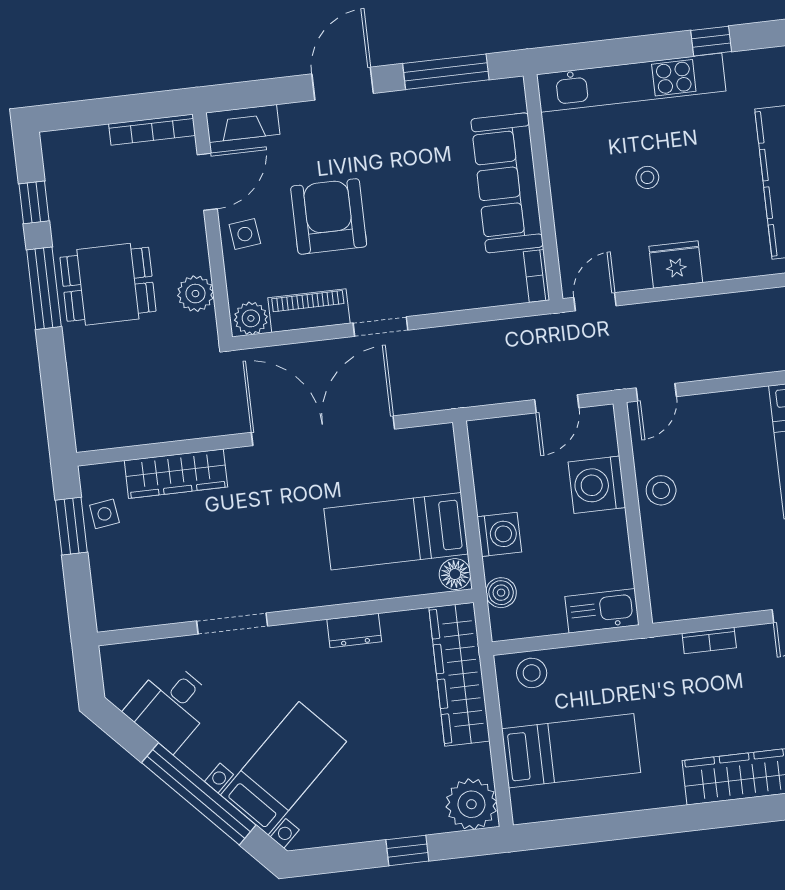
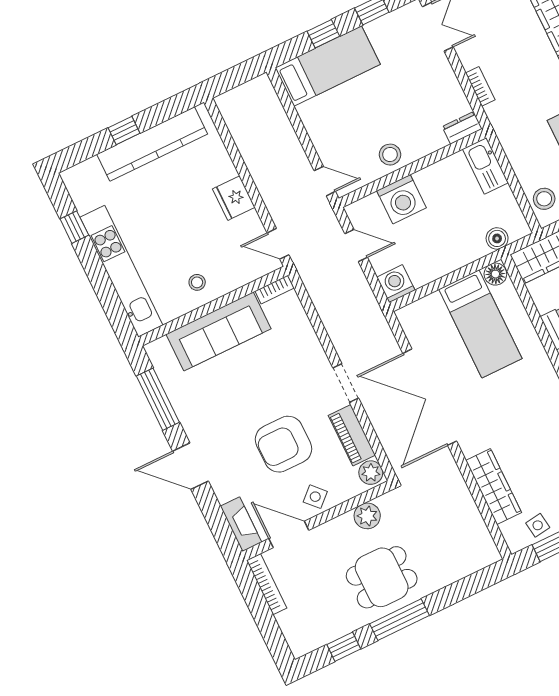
stool: (647, 177) -> (197, 282), moved
side table: (245, 234) -> (315, 497), turned -36
dining table: (108, 284) -> (382, 577), turned 90
washing machine: (499, 534) -> (396, 284), moved
dresser: (663, 598) -> (462, 128), added

